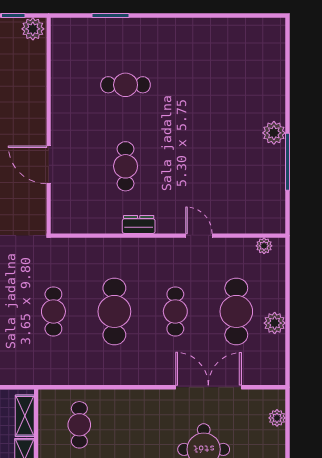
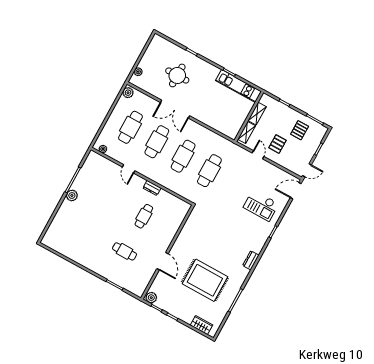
door: (49, 165) -> (162, 261), moved
cafe table: (53, 311) -> (209, 171), width x1.37, depth x1.35
cafe table: (175, 311) -> (157, 142), width x1.37, depth x1.35
plant: (275, 323) -> (128, 93), moved
double door: (208, 387) -> (175, 109), moved
cafe table: (79, 425) -> (225, 116), removed

